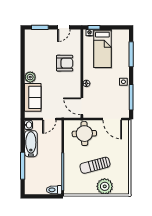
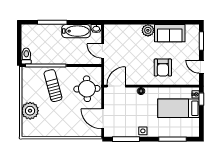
sofa: (33, 97) -> (170, 33), moved
door: (112, 119) -> (103, 119), hinge flipped
sun lounger: (95, 165) -> (53, 86), moved

